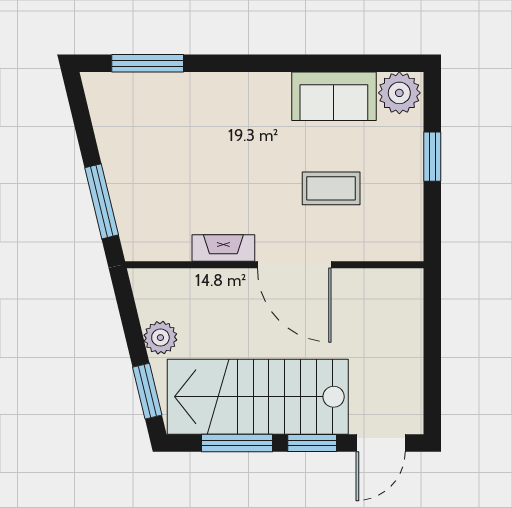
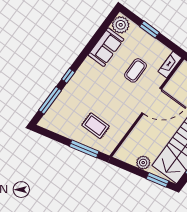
window: (223, 63) -> (68, 76), added
rug: (164, 190) -> (96, 126), added
fireplace: (223, 248) -> (170, 65), moved

